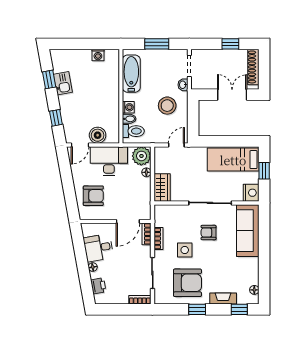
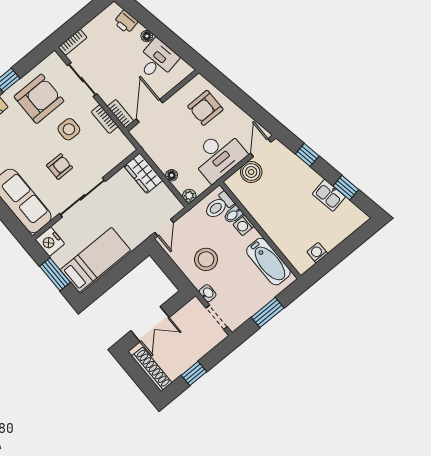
plant: (141, 156) -> (189, 196), width x0.53, depth x0.53
window: (264, 171) -> (55, 274), width x1.50
armchair: (187, 283) -> (39, 99), turned 180

